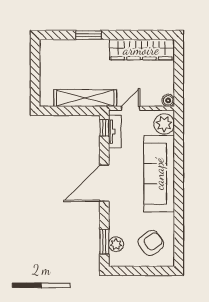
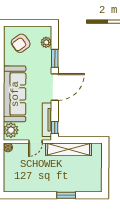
wardrobe: (141, 50) -> (27, 185), removed
tv unit: (115, 132) -> (47, 120), width x1.41
window: (104, 242) -> (55, 58), moved

